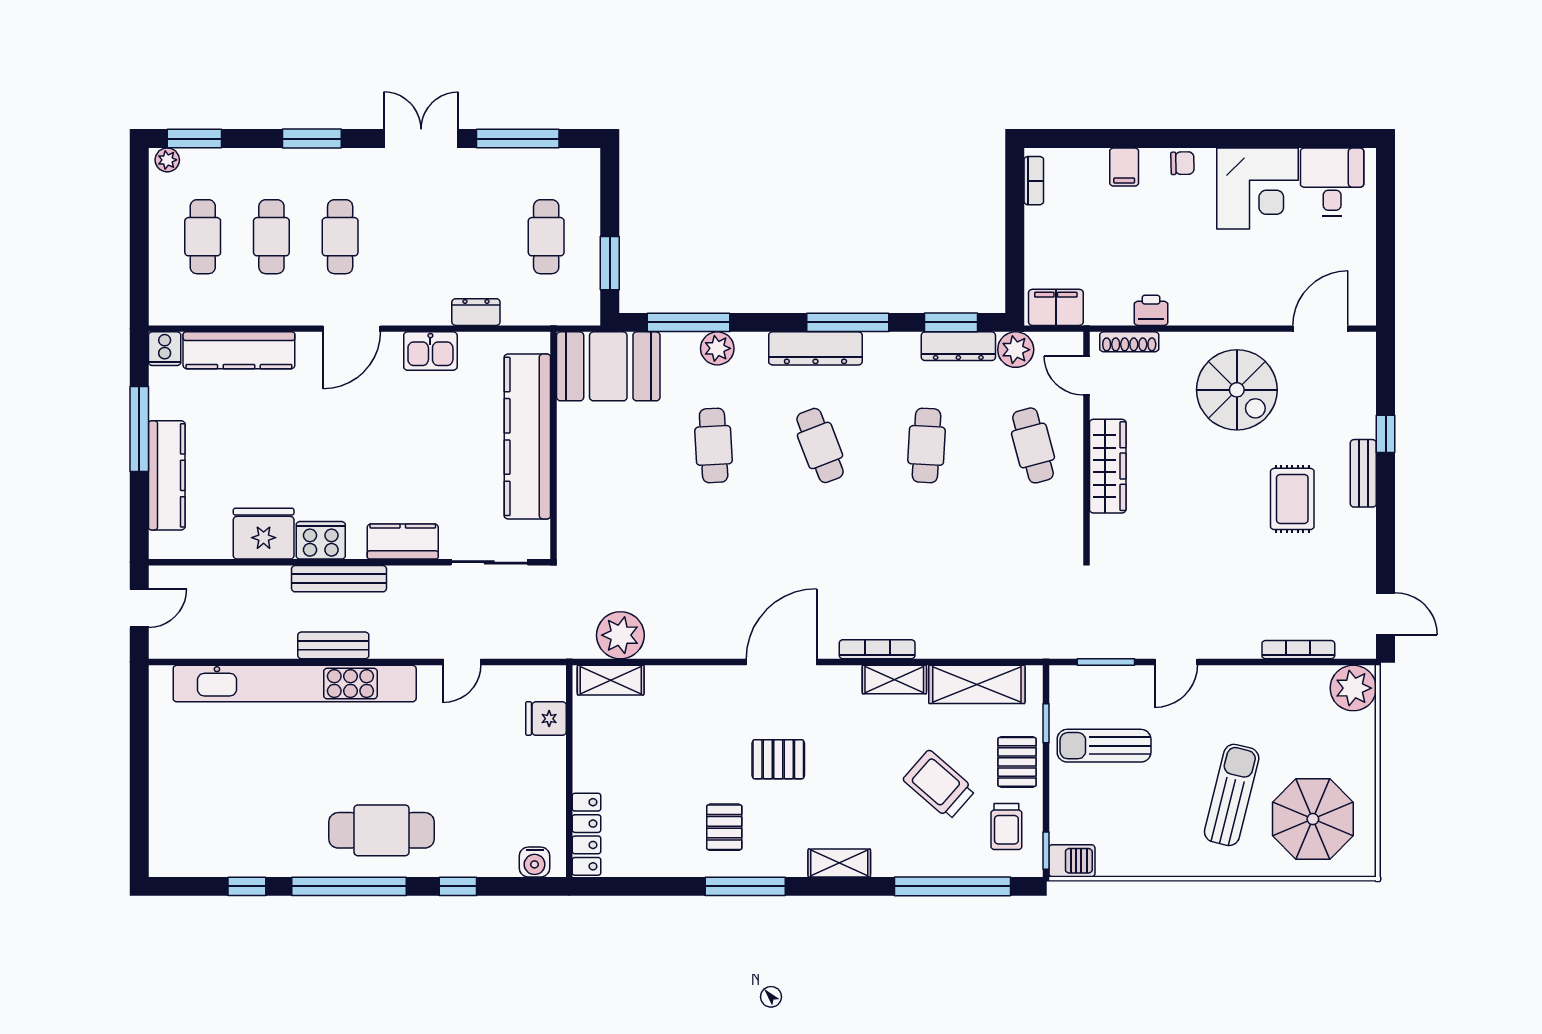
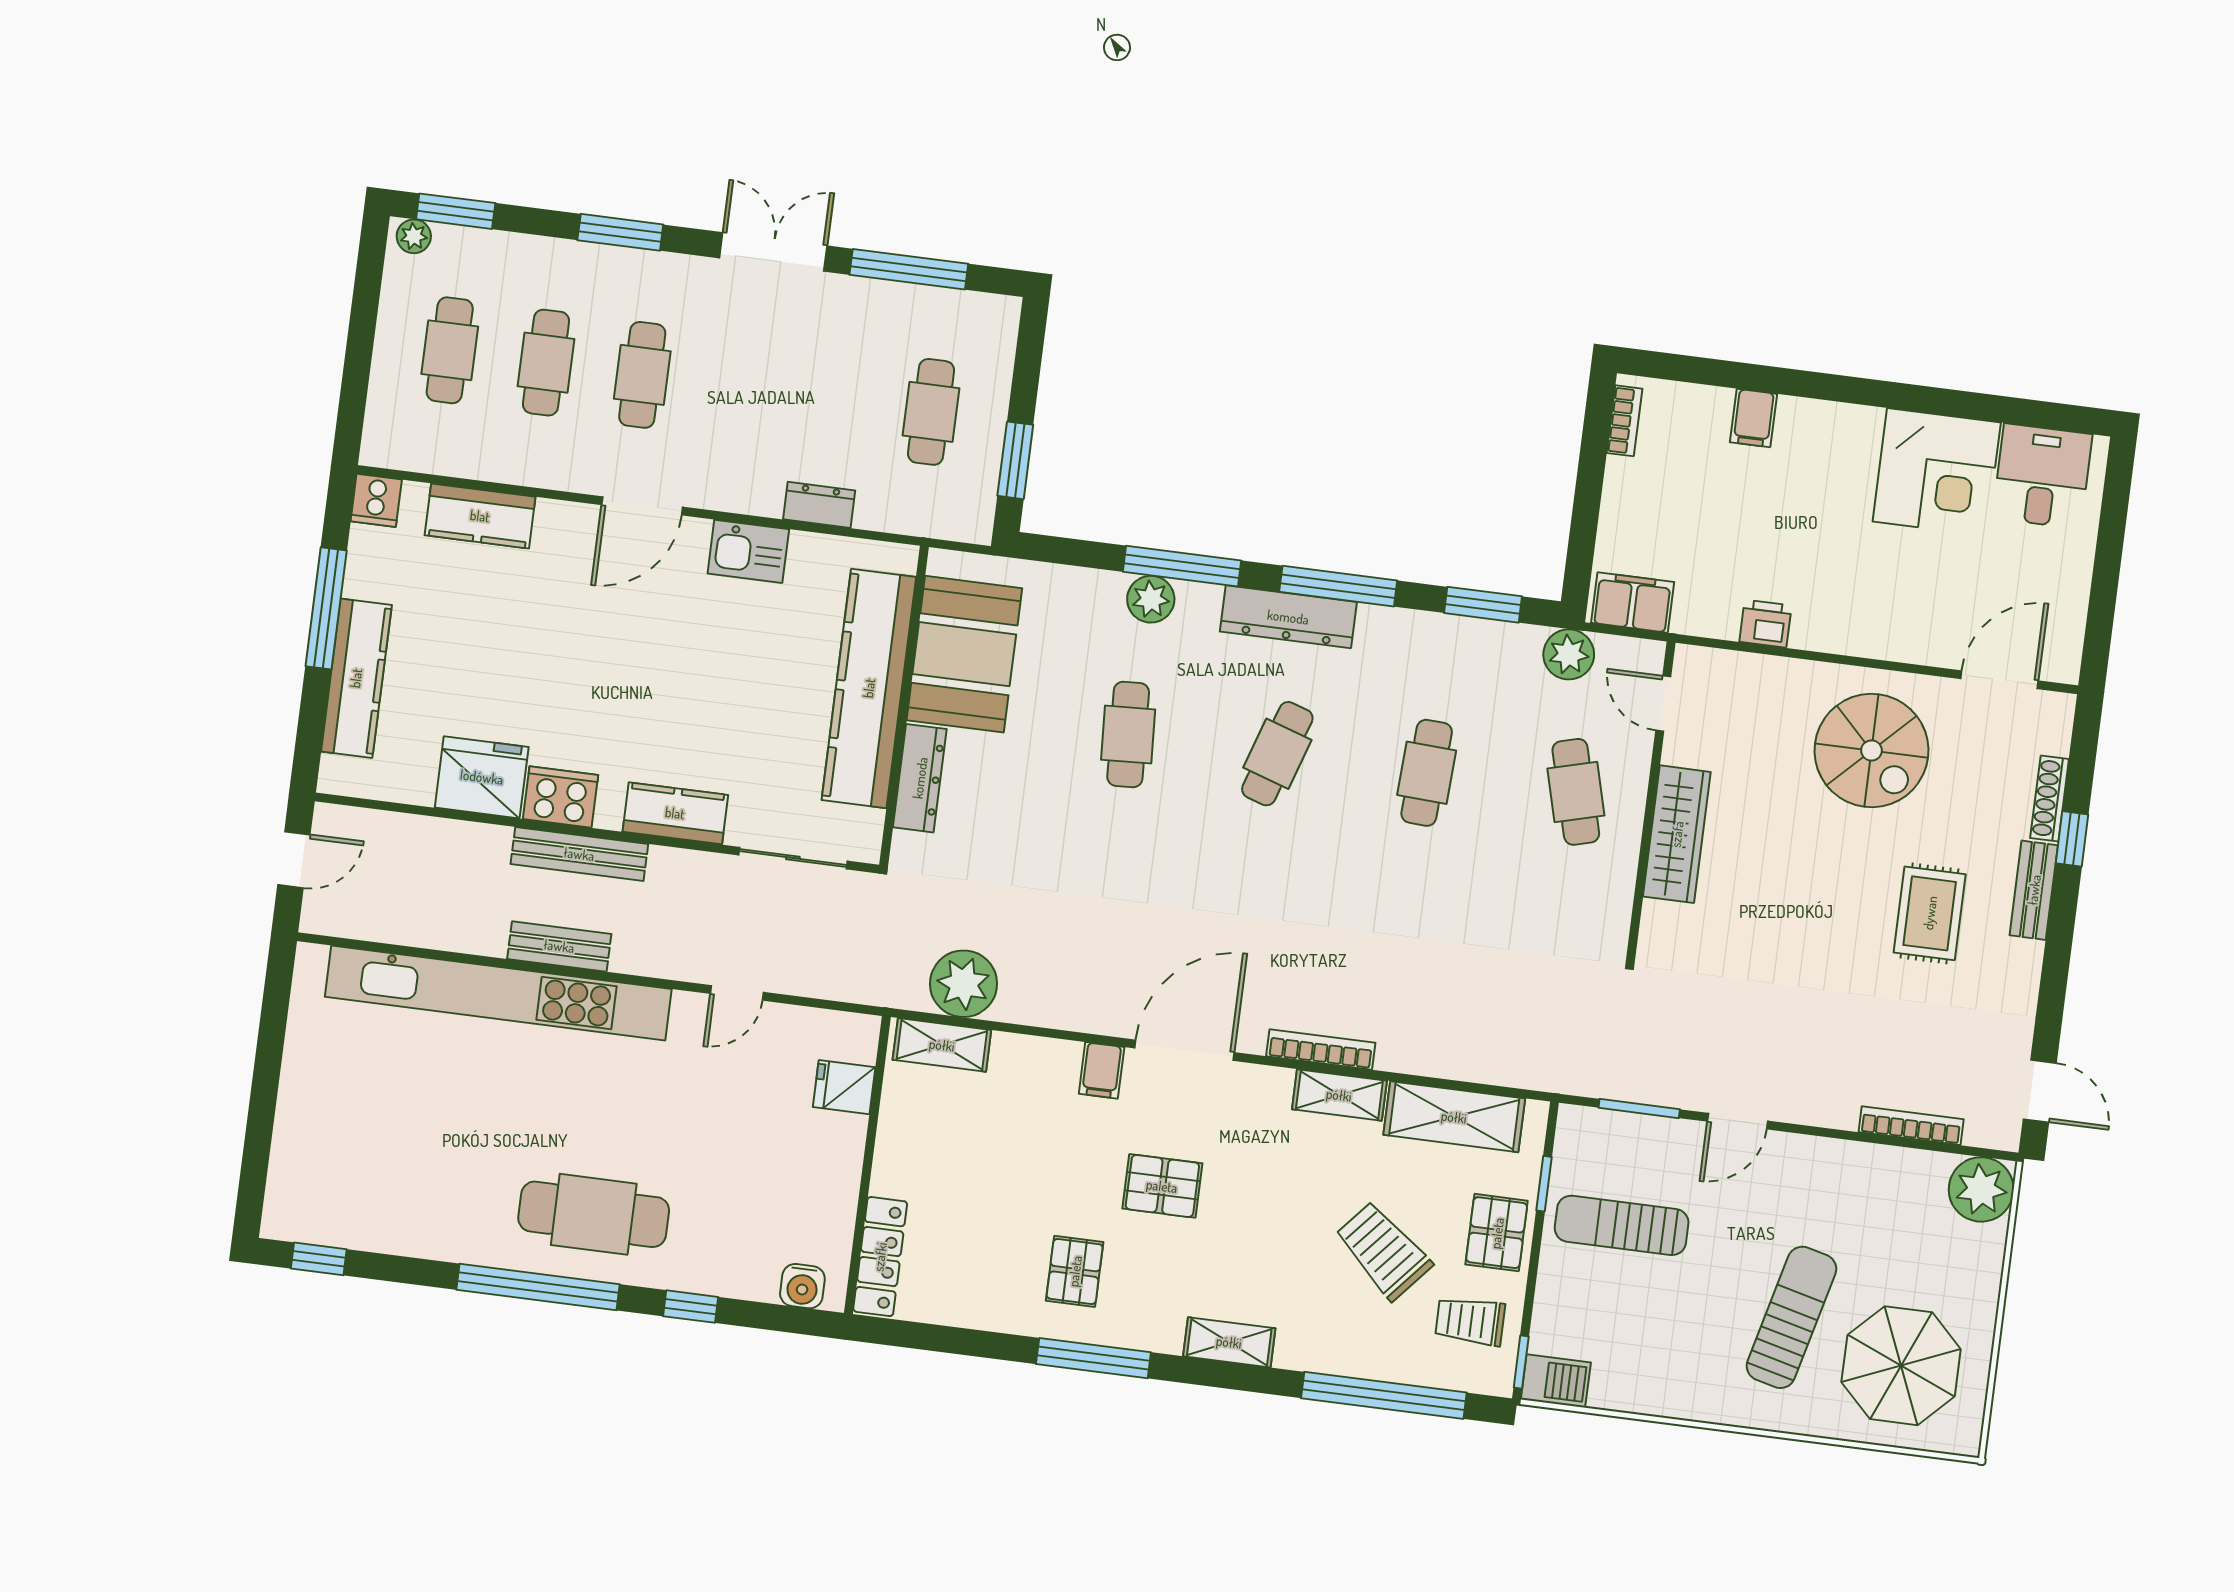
chair: (1182, 163) -> (1836, 423), removed
window: (689, 322) -> (1182, 566), moved
shoe rack: (1129, 342) -> (2050, 798), moved, turned 90
dresser: (958, 346) -> (920, 778), moved, turned -90
kitchen counter: (239, 350) -> (480, 516), width x0.67
booth: (608, 366) -> (964, 654), moved, turned 90
cafe table: (820, 445) -> (1277, 754), turned 39
filing cabinet: (725, 684) -> (1102, 1070), added
trolley: (1006, 827) -> (1470, 1321), turned 90
window: (247, 886) -> (319, 1259), moved

